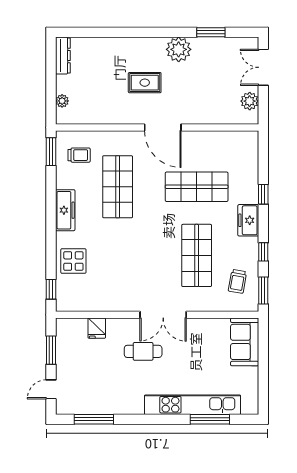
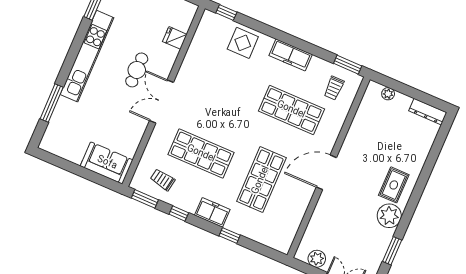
rug: (145, 83) -> (394, 185), moved
kitchen unit: (193, 405) -> (87, 56), moved

